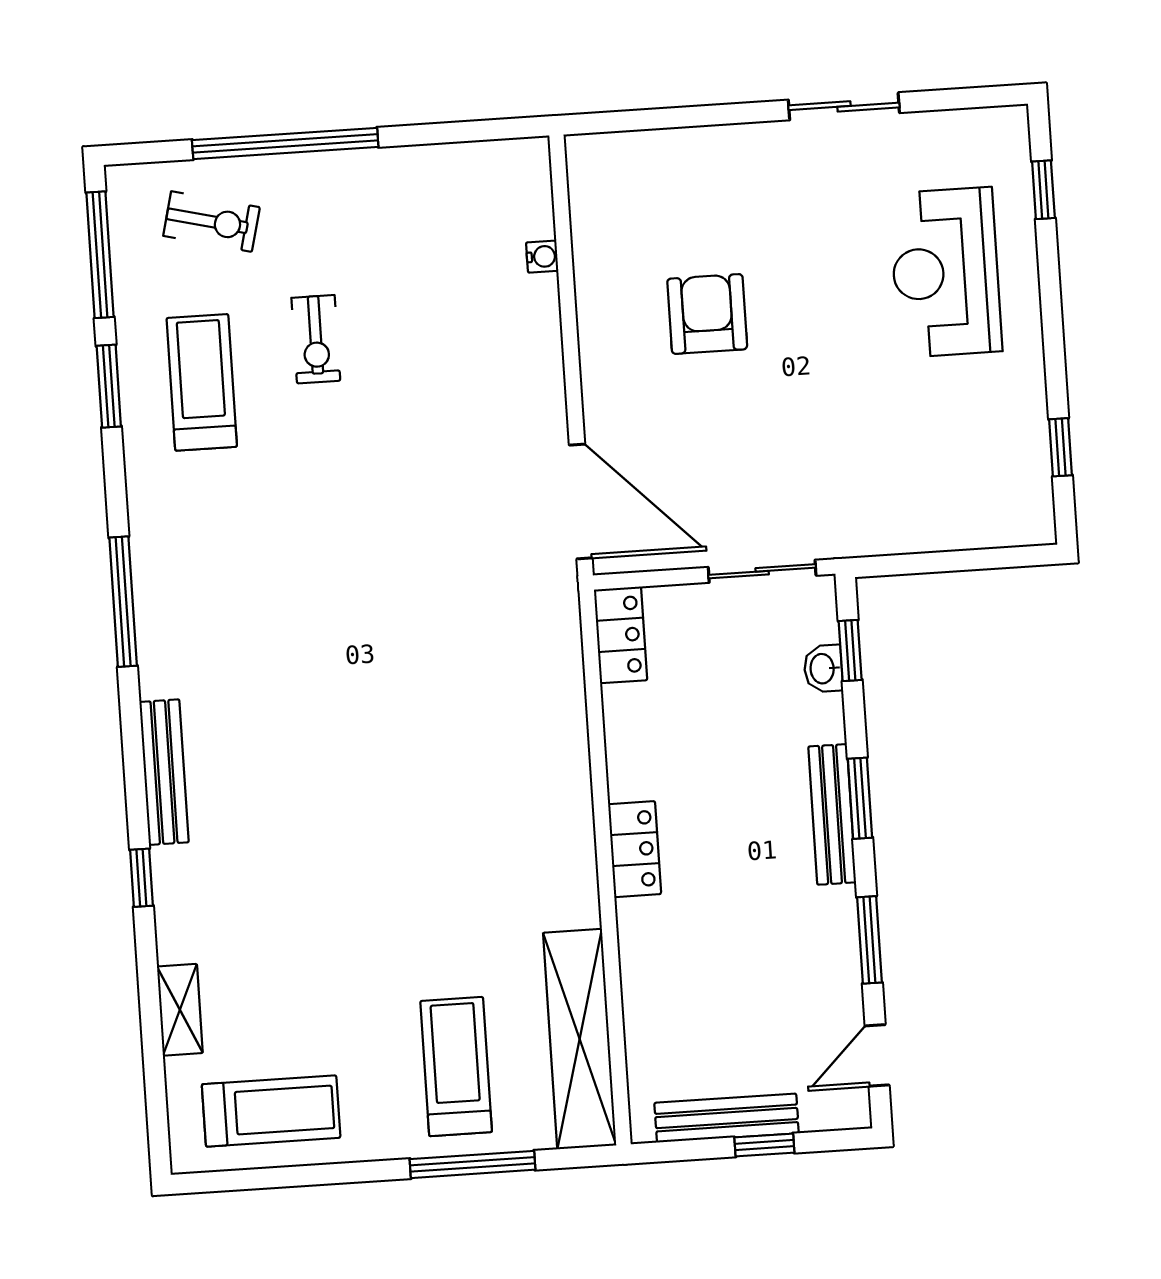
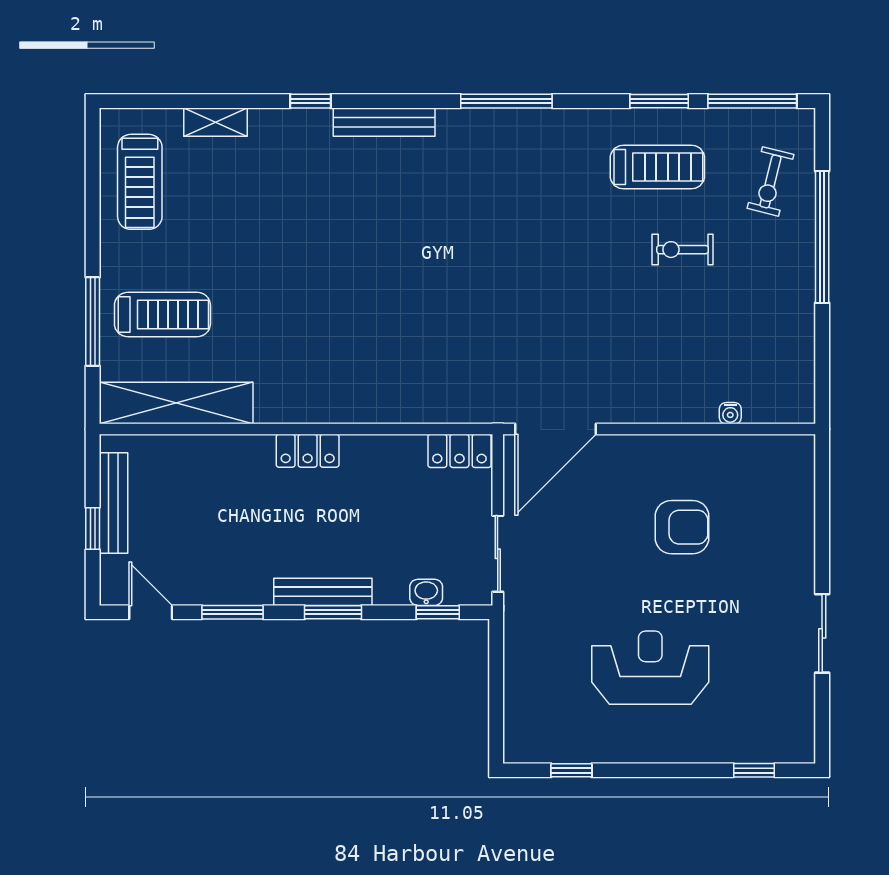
reception desk: (945, 272) -> (650, 668), moved

